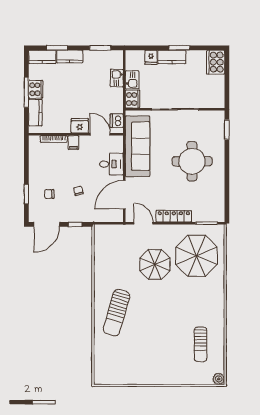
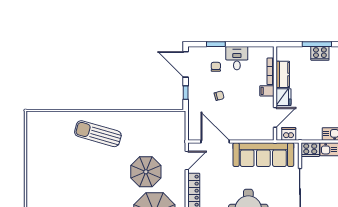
kitchen counter: (35, 113) -> (283, 74), moved, turned -90
desk: (111, 164) -> (237, 58), moved, turned 180

